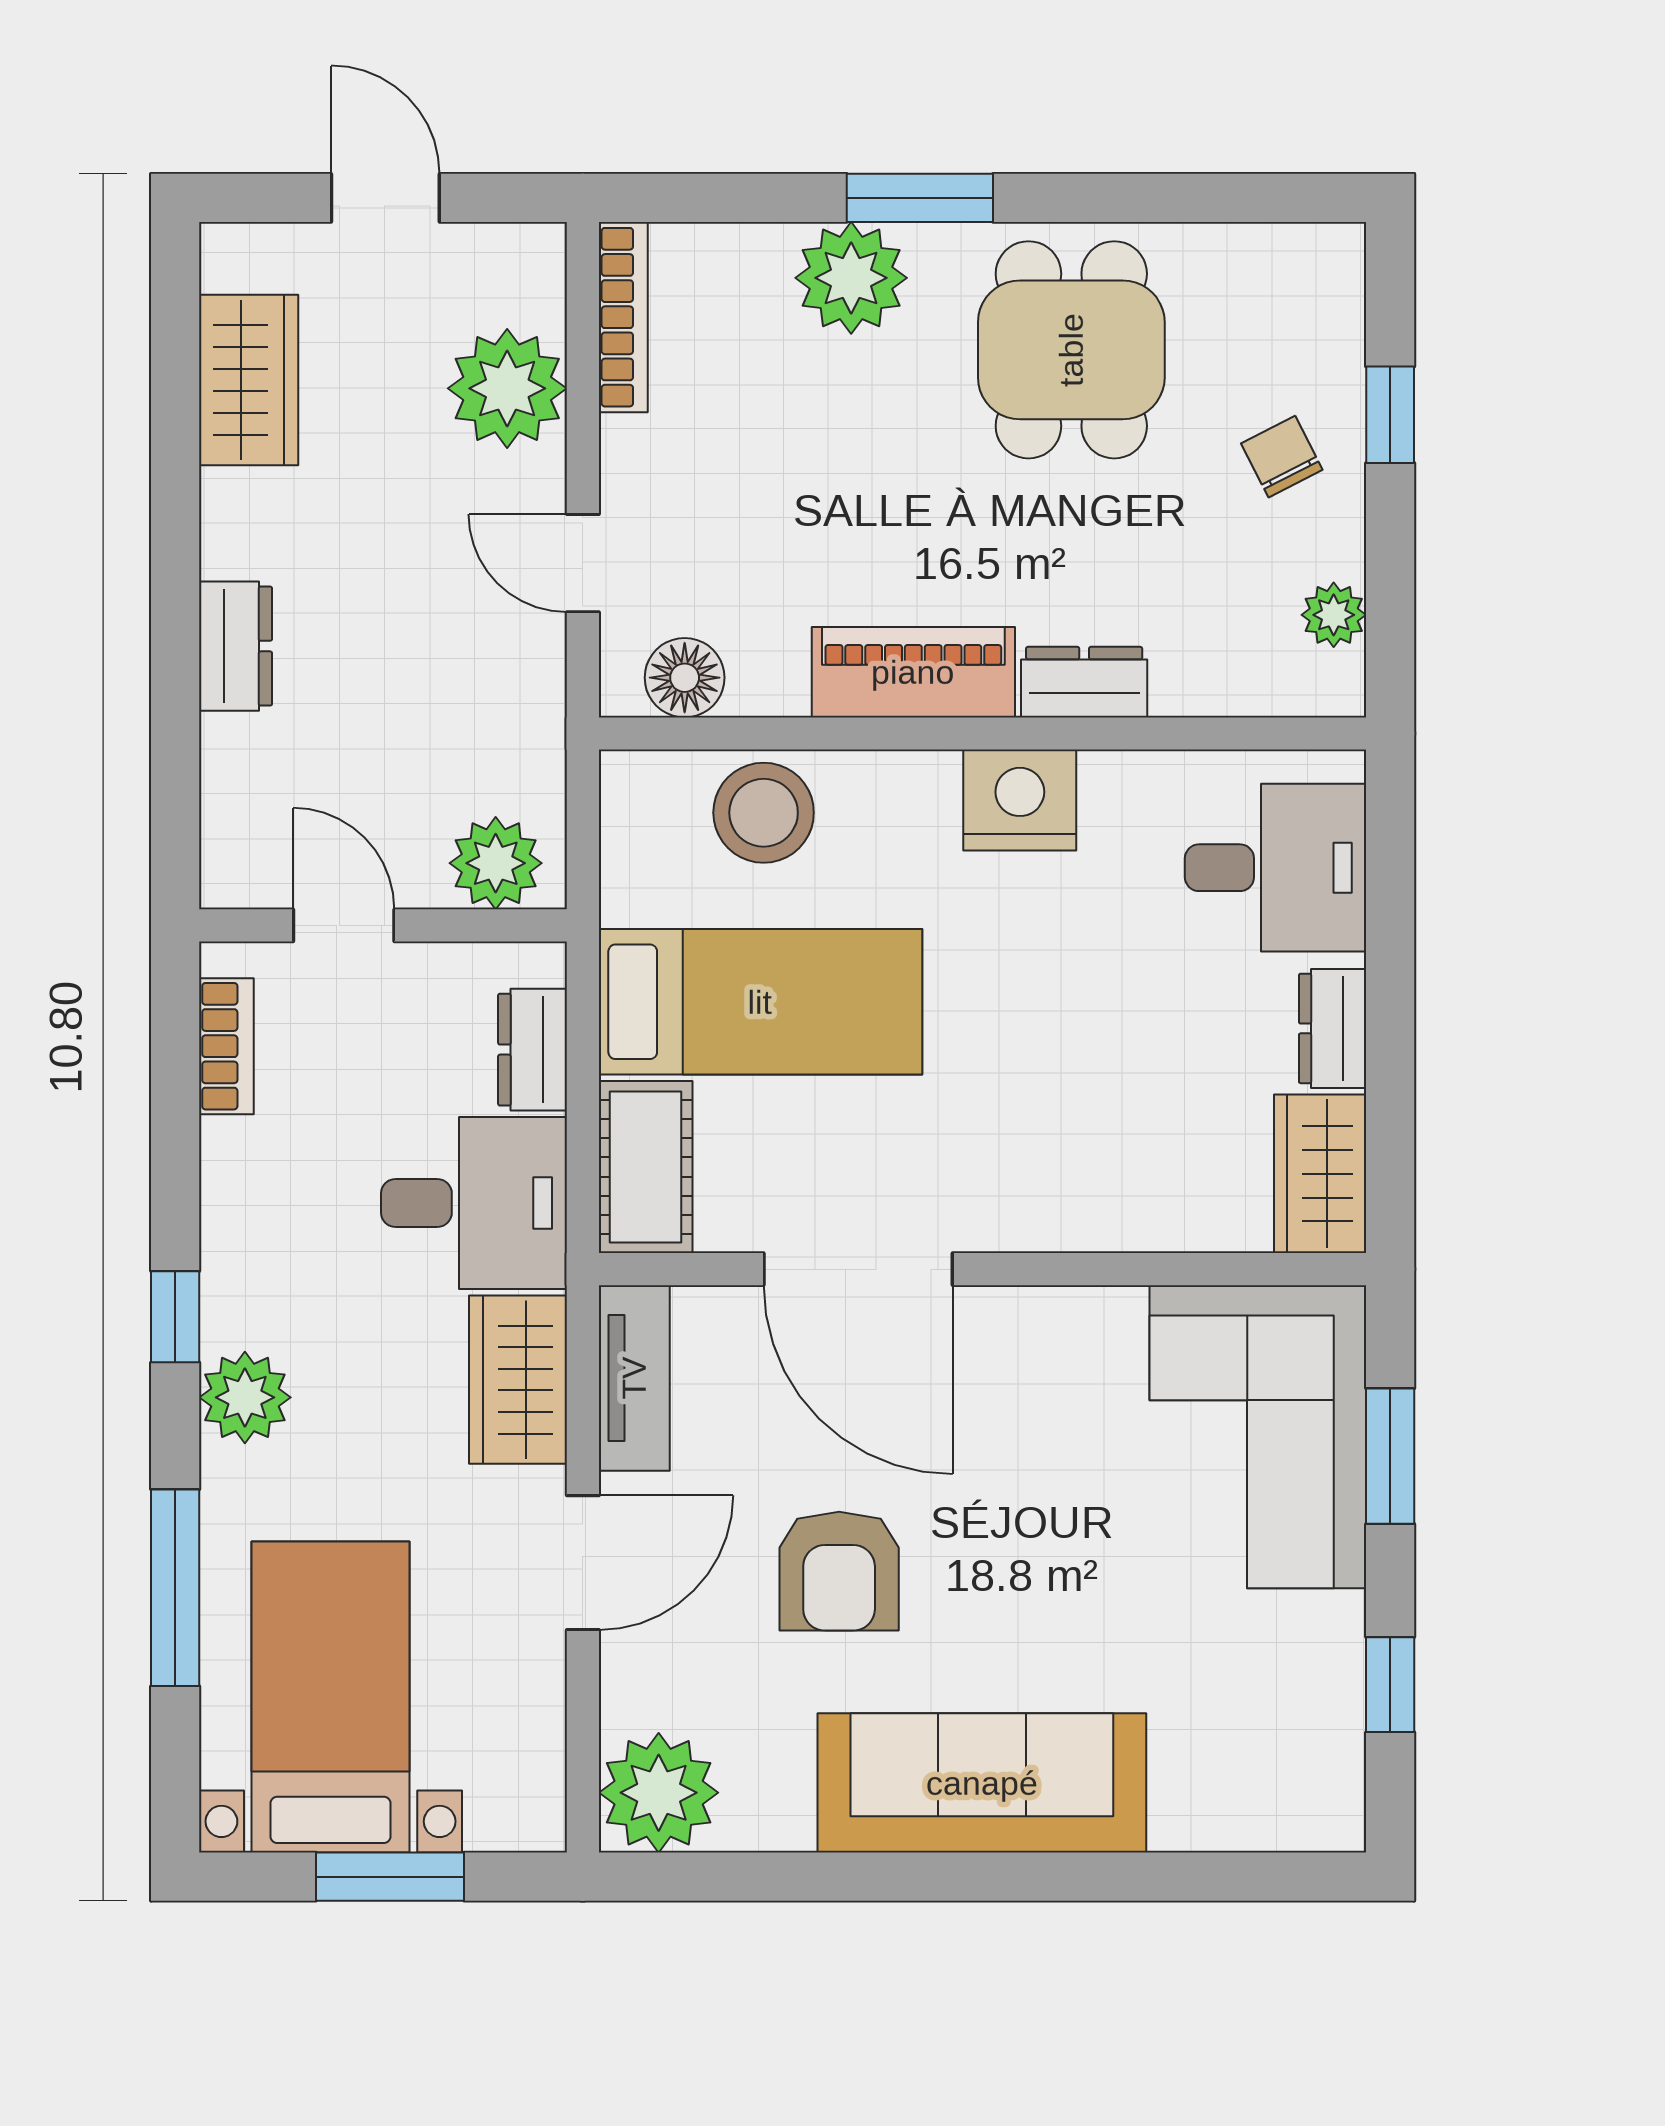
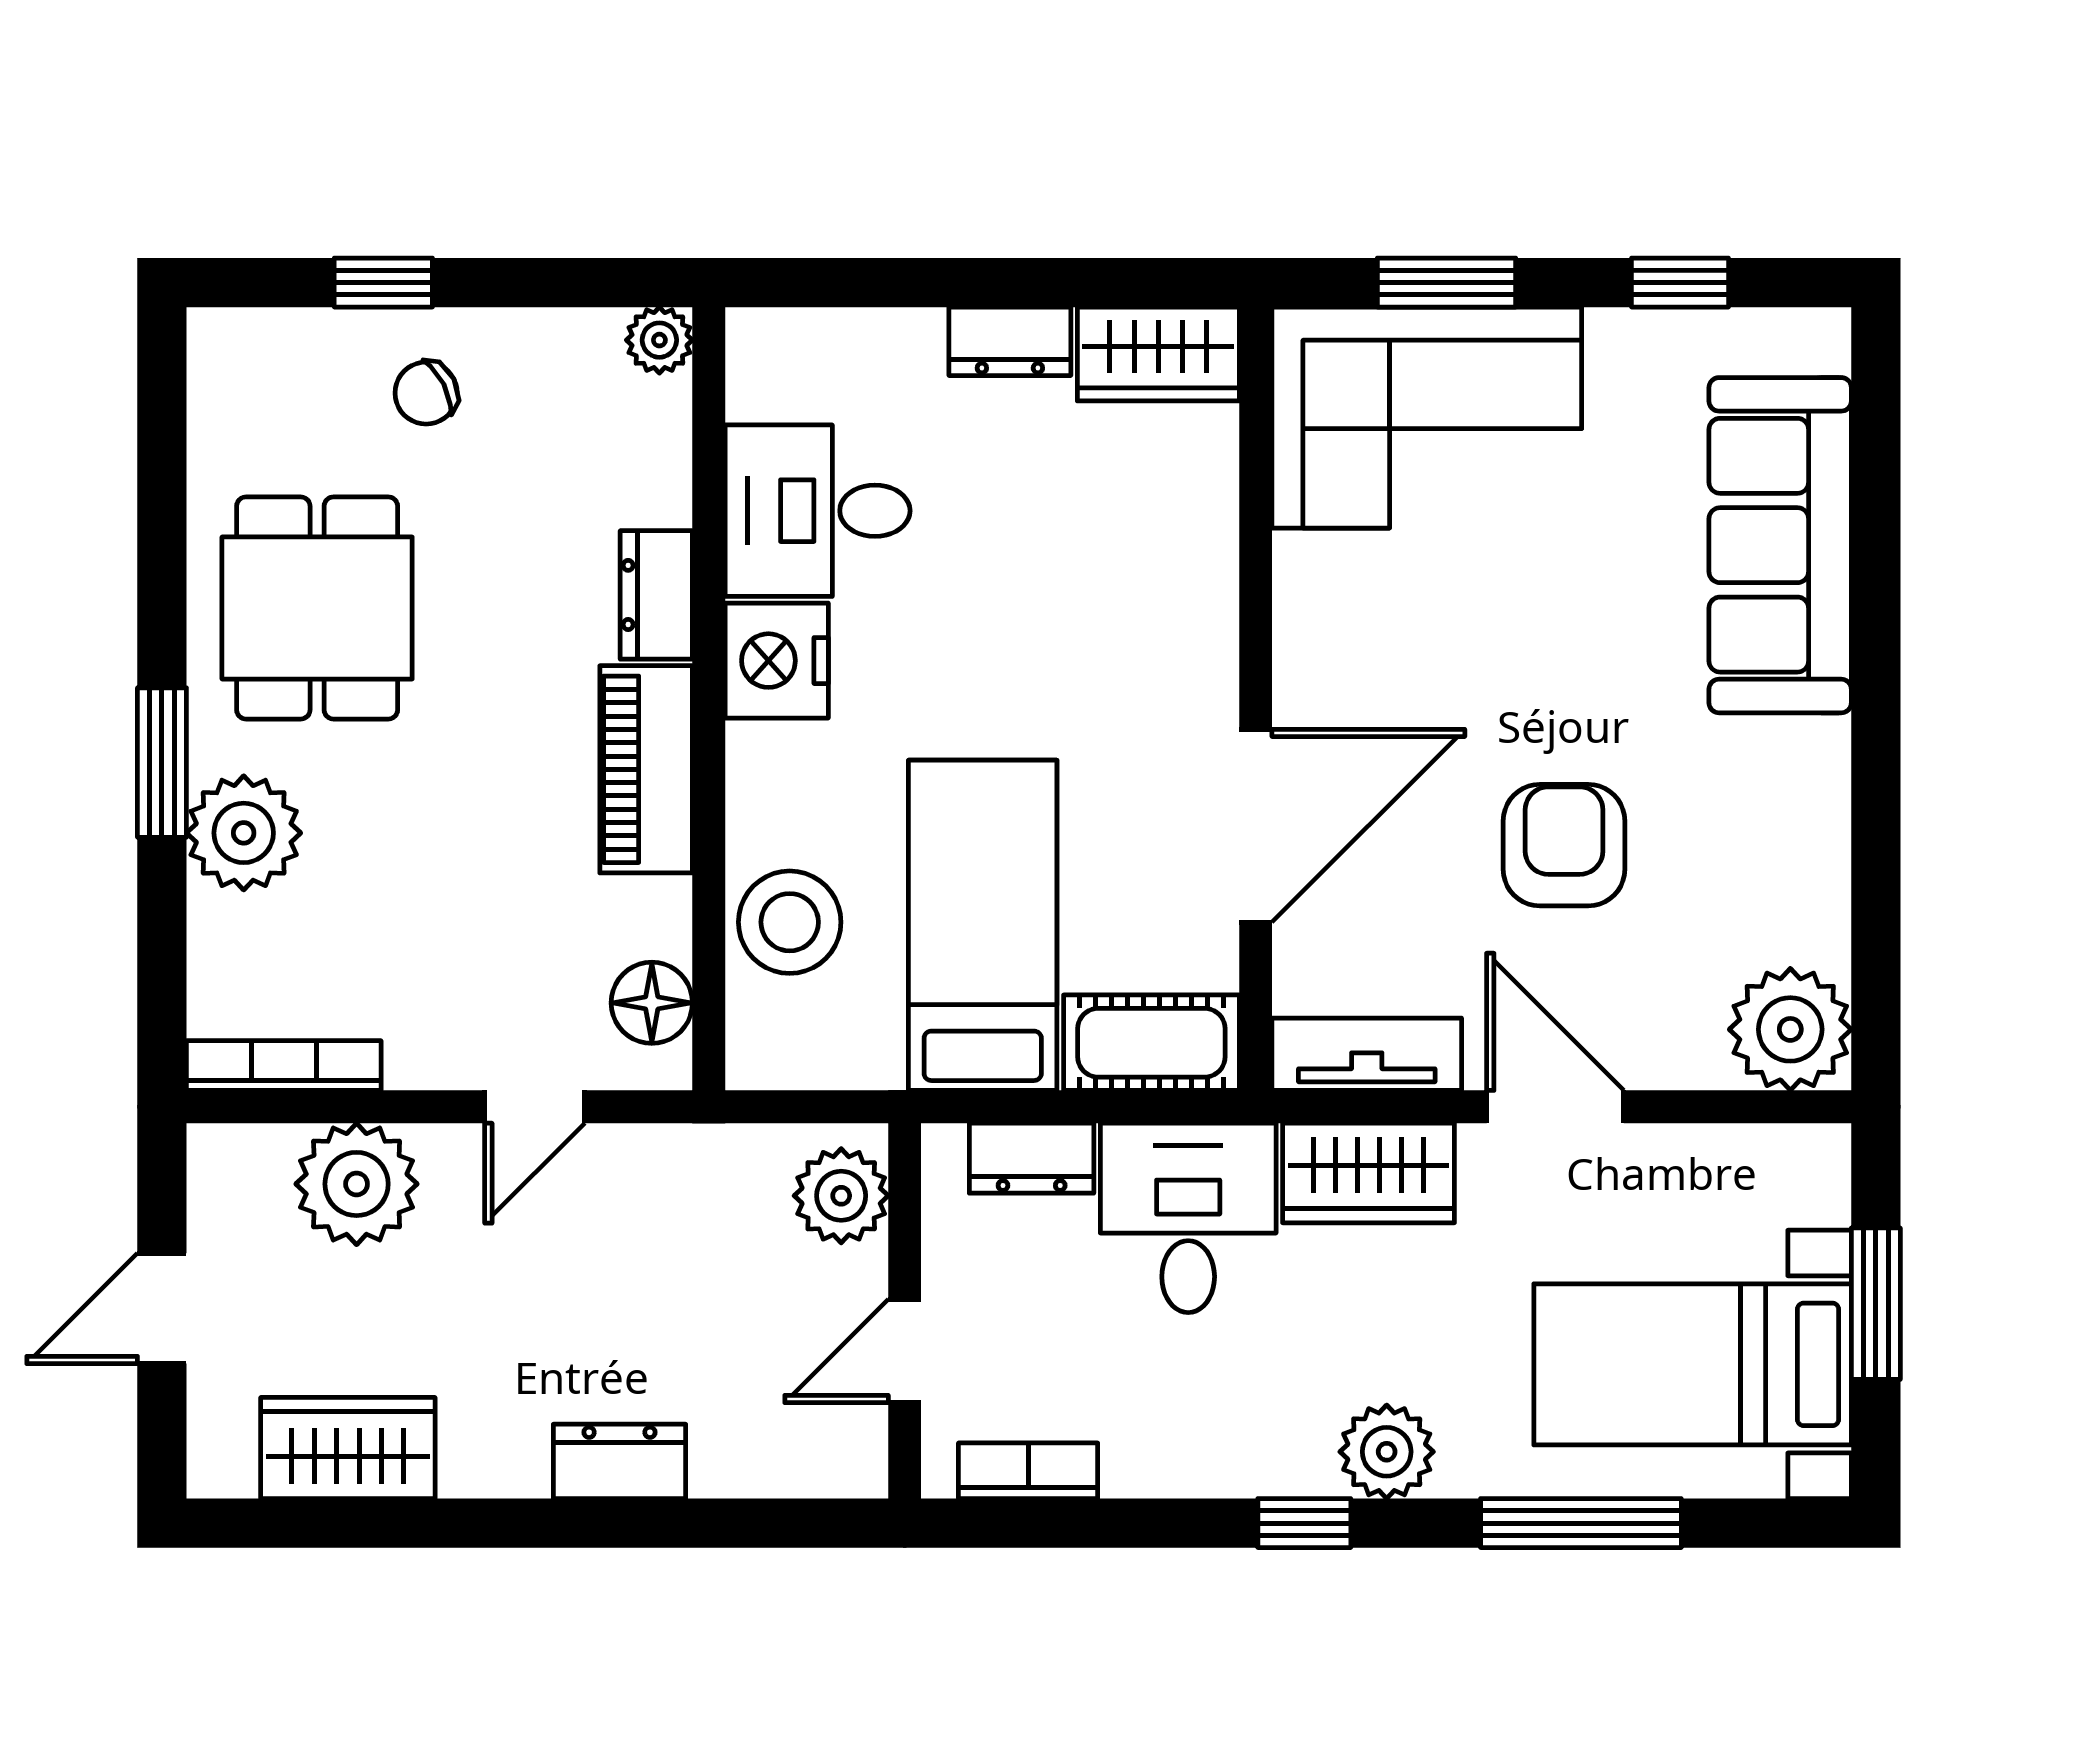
dining table: (1071, 350) -> (317, 608), turned 90
plant: (1334, 615) -> (659, 340), moved
desk: (1276, 868) -> (818, 511), moved, turned -90
armchair: (839, 1571) -> (1564, 845), turned -90
sofa: (982, 1783) -> (1780, 545), moved

